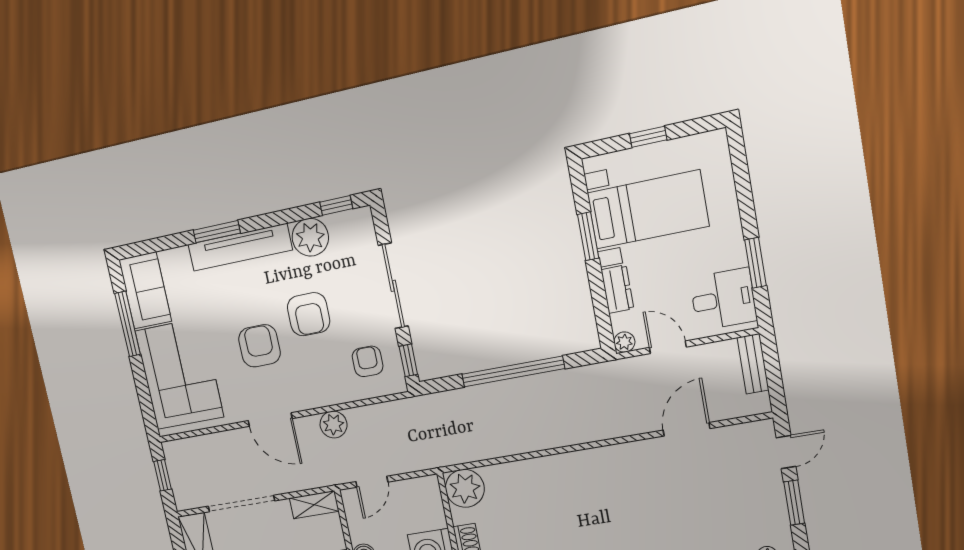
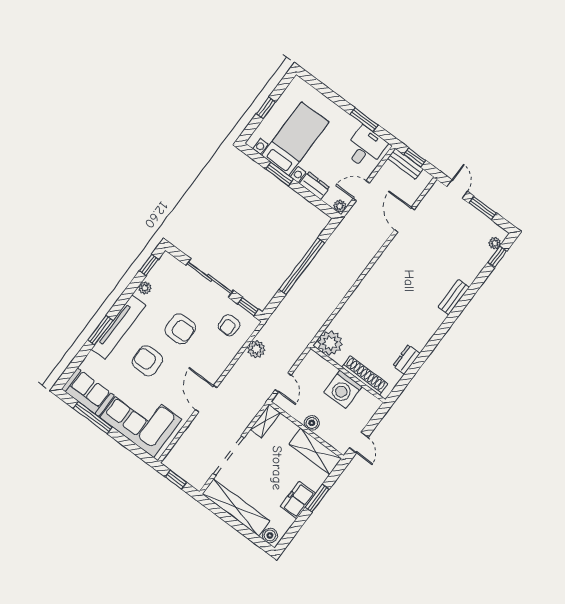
plant: (310, 237) -> (145, 288), width x0.53, depth x0.53
armchair: (260, 346) -> (147, 361), moved
armchair: (368, 361) -> (229, 325), turned -90
window: (772, 367) -> (415, 157), added
door: (270, 420) -> (206, 399), swing flipped
plant: (333, 424) -> (256, 349), moved

